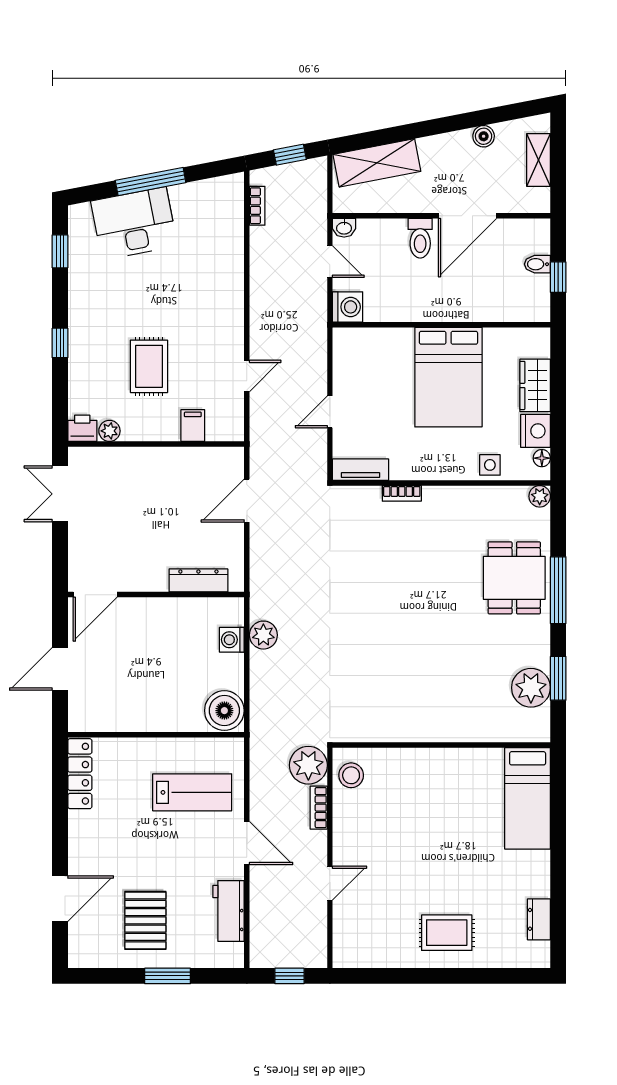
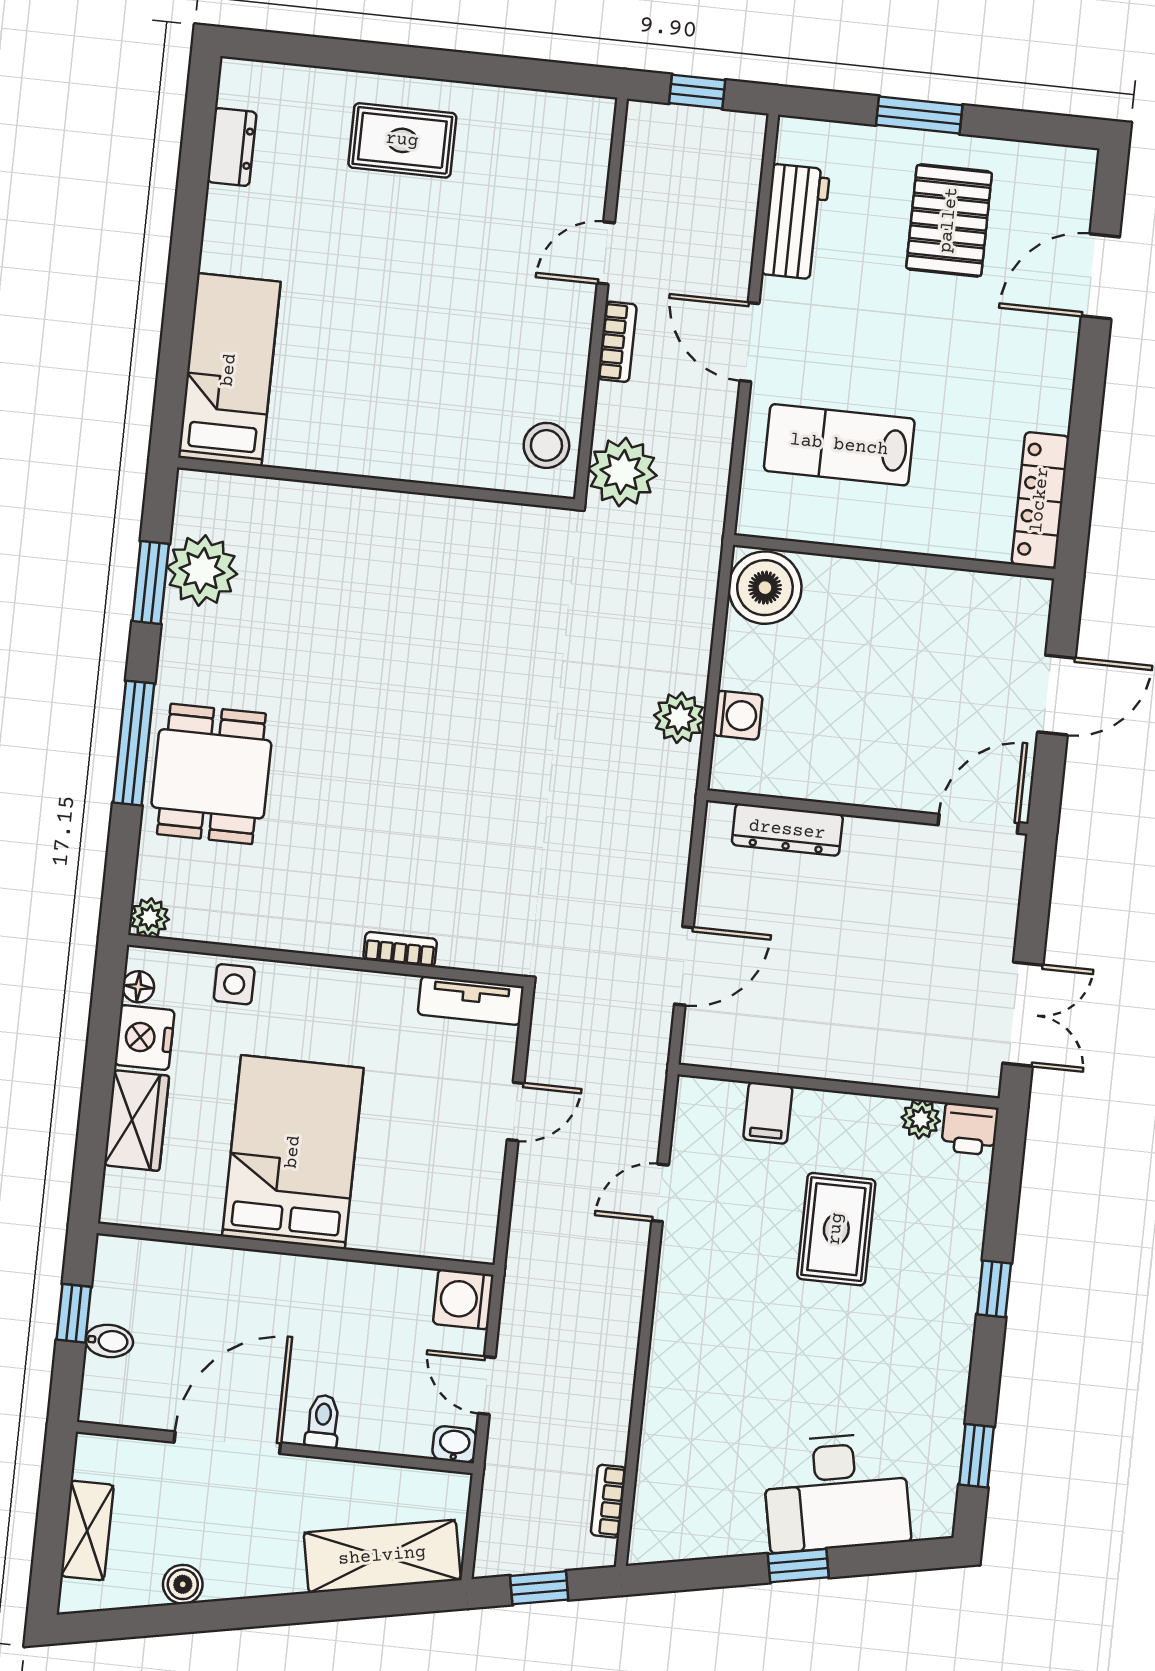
window: (151, 182) -> (798, 1566), width x0.46
toilet: (420, 238) -> (323, 1421), width x0.73, depth x0.72
bookcase: (319, 808) -> (617, 342), moved

